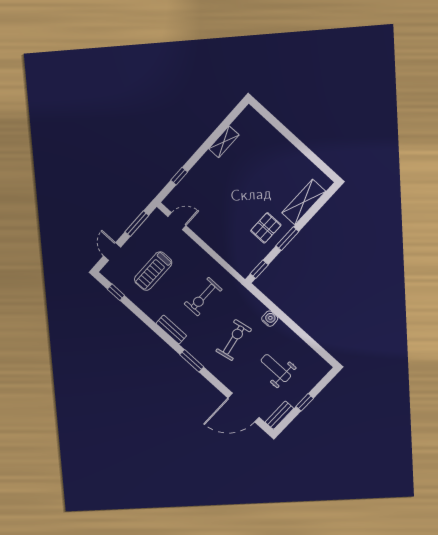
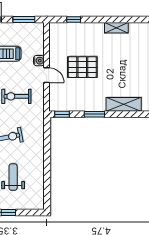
door: (177, 221) -> (47, 75), moved
pallet: (266, 228) -> (82, 67), moved, width x1.50, depth x1.42
water cooler: (270, 319) -> (39, 61), moved

